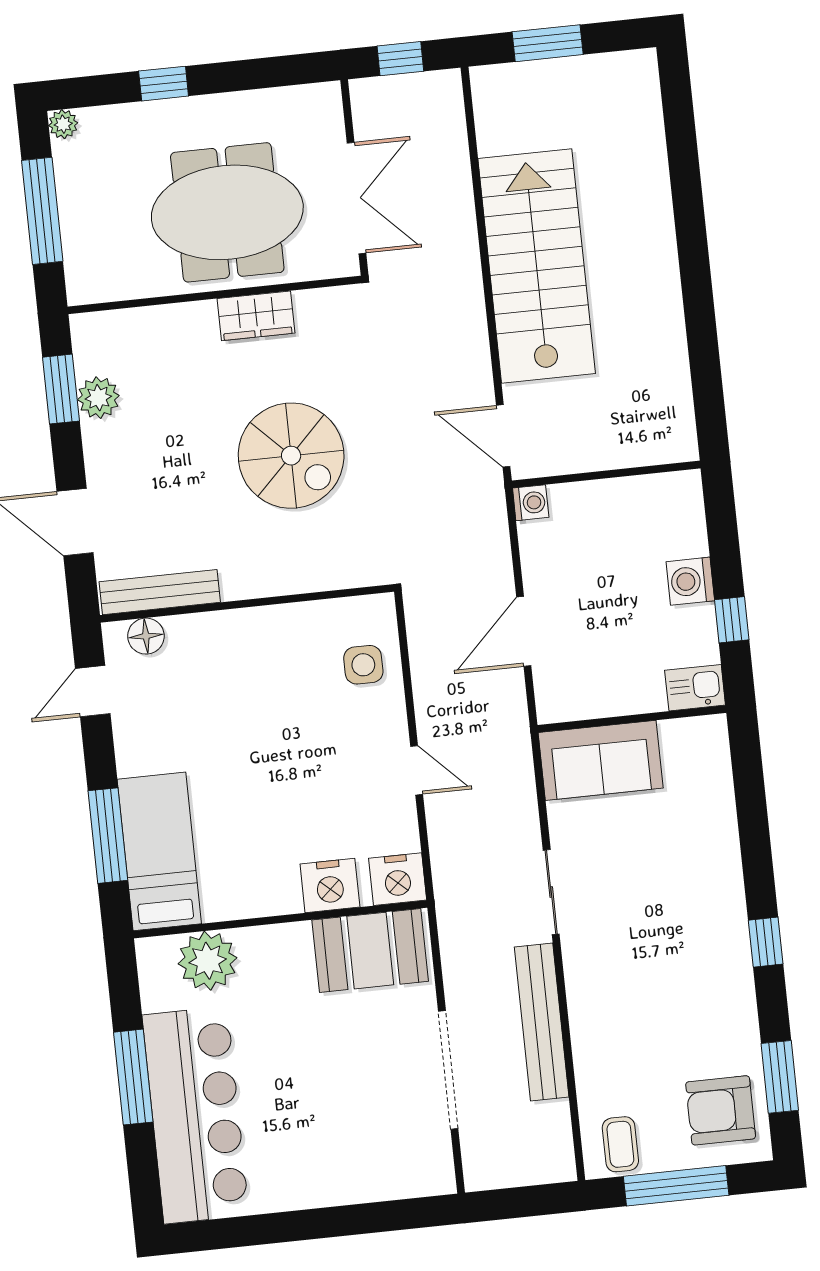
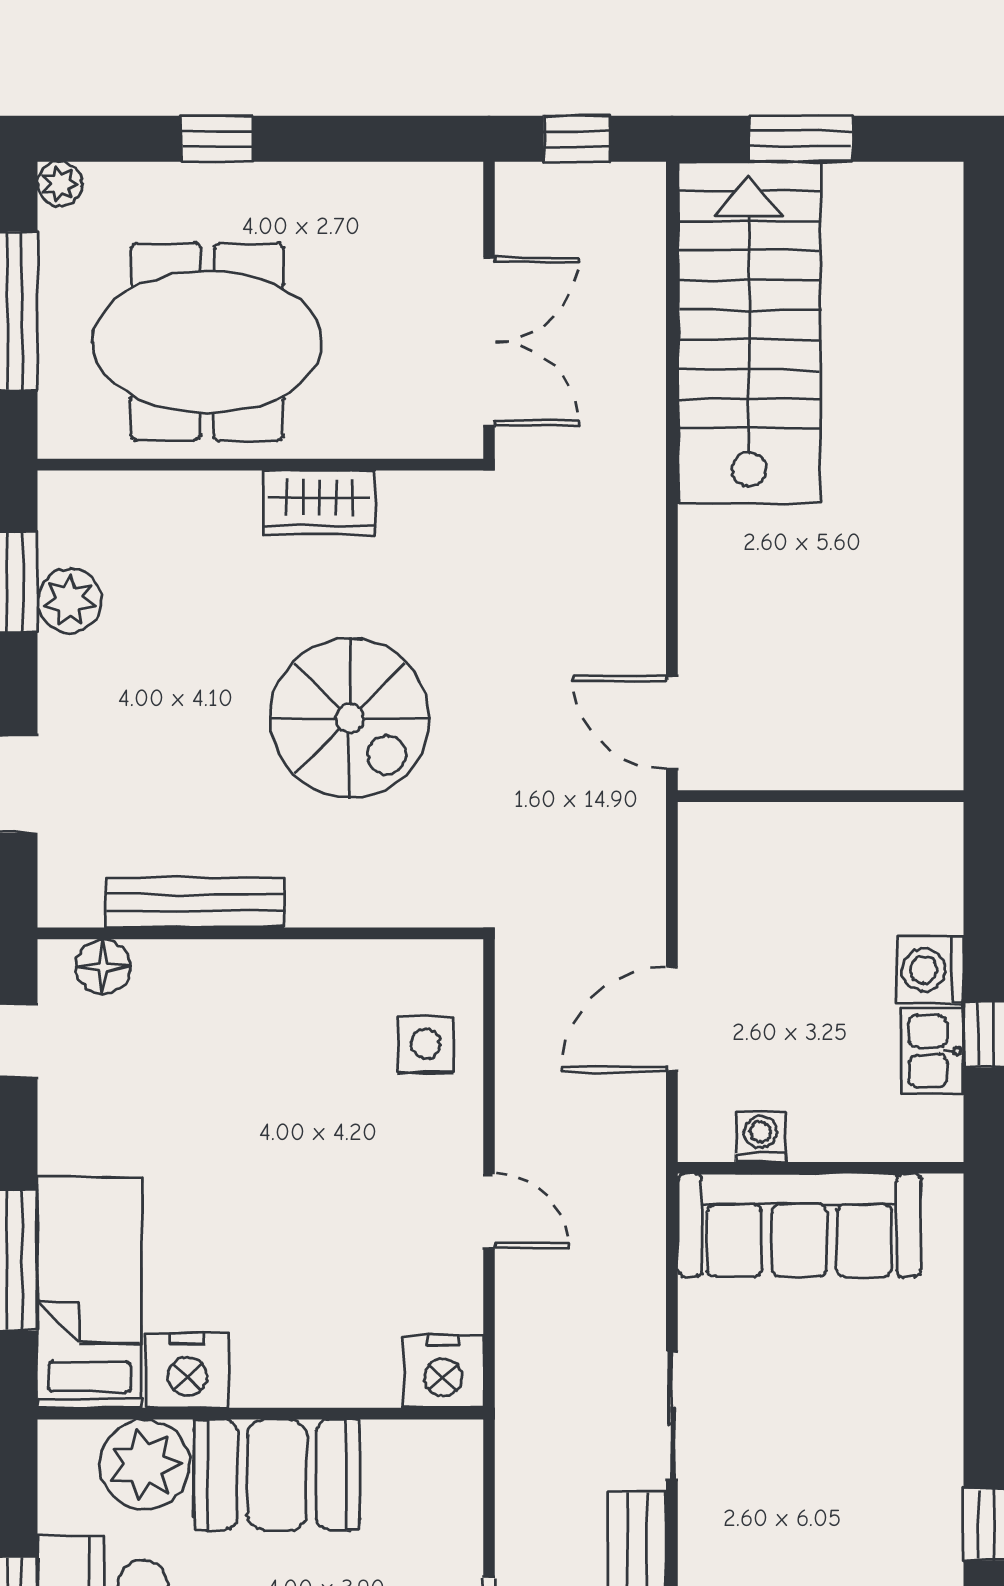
meeting table: (227, 212) -> (207, 342), moved
stairs: (537, 266) -> (749, 333), moved
washing machine: (531, 503) -> (761, 1137), moved, turned -90
bench: (160, 592) -> (195, 903), moved
kitchen sink: (695, 688) -> (932, 1051), moved, turned -90
sofa: (601, 760) -> (799, 1225), width x1.36
nightstand: (330, 886) -> (187, 1371), moved
booth: (370, 951) -> (277, 1475), moved

